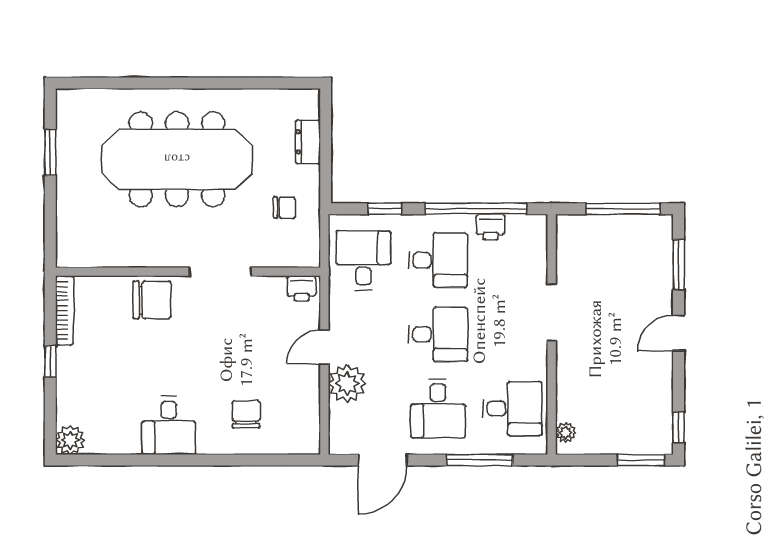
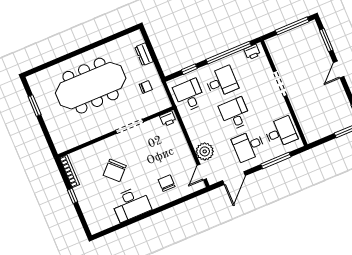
printer: (491, 227) -> (252, 52), moved
chair: (152, 300) -> (115, 170), moved, turned 135
desk: (438, 334) -> (235, 114), turned -90
door: (324, 347) -> (202, 172), moved
desk: (438, 409) -> (248, 146), turned 90
desk: (169, 426) -> (131, 204), width x1.37
plant: (566, 433) -> (308, 133), removed
plant: (70, 440) -> (95, 226), removed

